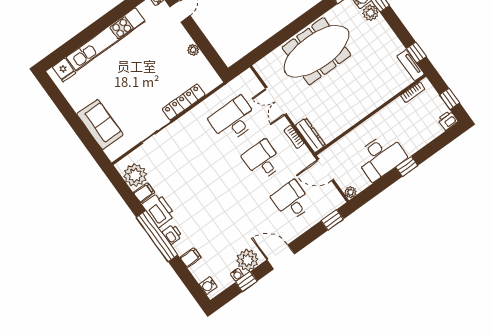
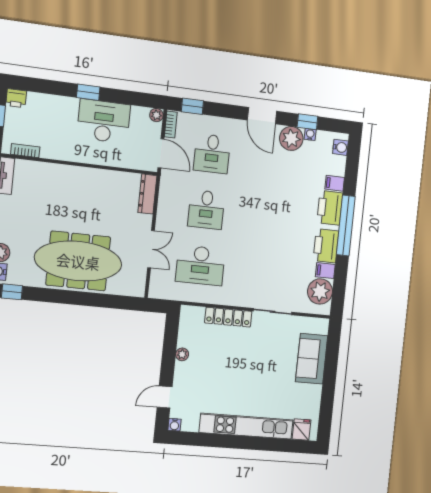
bookcase: (294, 137) -> (171, 124), moved
printer: (172, 234) -> (330, 208), width x1.87, depth x1.48

